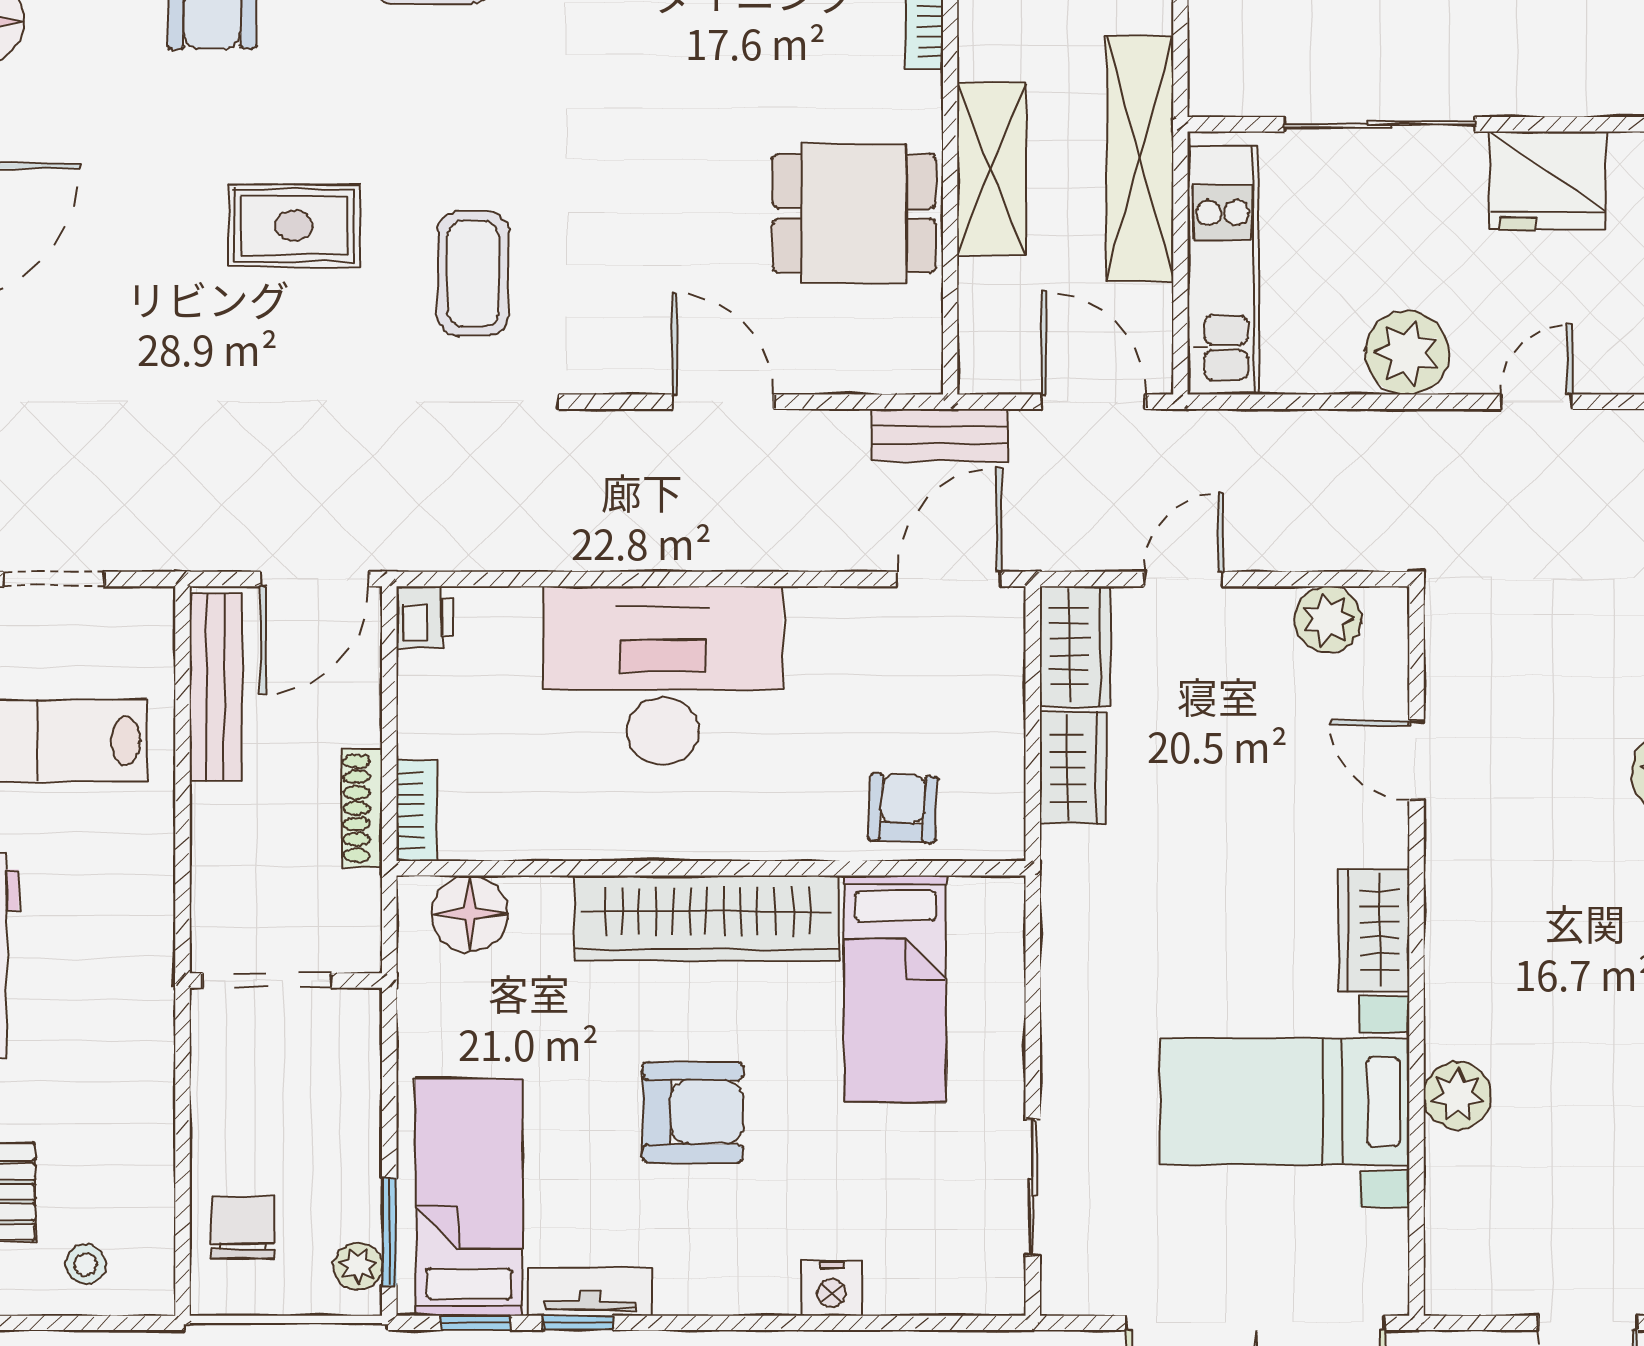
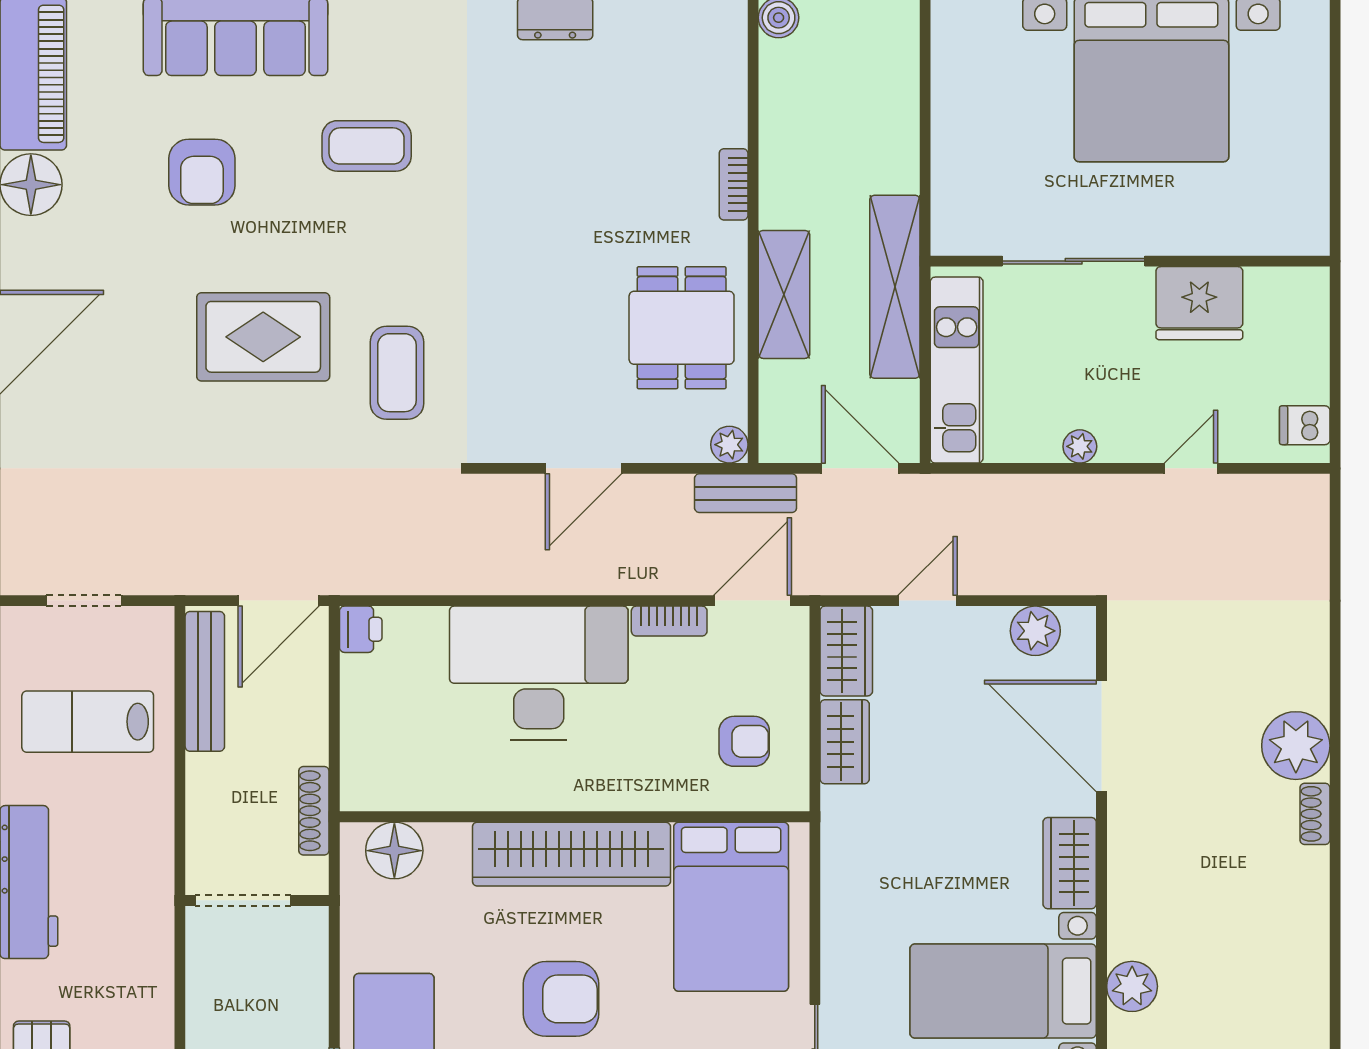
dining table: (854, 213) -> (682, 328), turned 90
rug: (294, 226) -> (263, 337), width x1.36, depth x1.43
plant: (1407, 353) -> (1080, 446), width x0.53, depth x0.53
plant: (918, 370) -> (729, 445), added
door: (723, 402) -> (583, 468), swing flipped
door: (1417, 760) -> (1101, 736), width x1.87
shoe rack: (362, 808) -> (314, 811), moved
armchair: (903, 808) -> (744, 741), moved, turned 87
bookcase: (416, 811) -> (669, 621), moved, turned 90
bed: (895, 989) -> (731, 907), width x1.50

